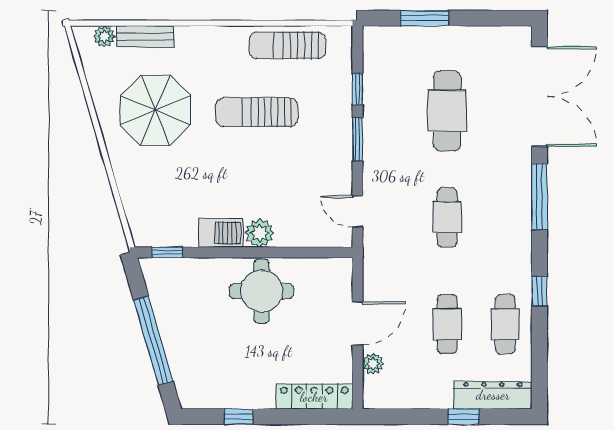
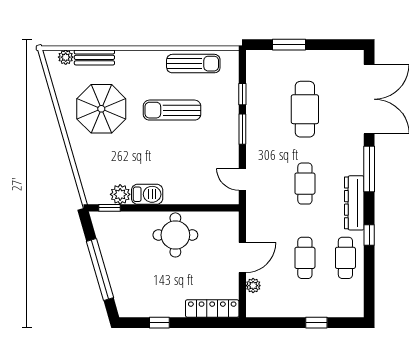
sun lounger: (287, 45) -> (193, 64), turned 180
plant: (260, 233) -> (120, 194), moved
dresser: (493, 395) -> (354, 203), moved, turned -90

